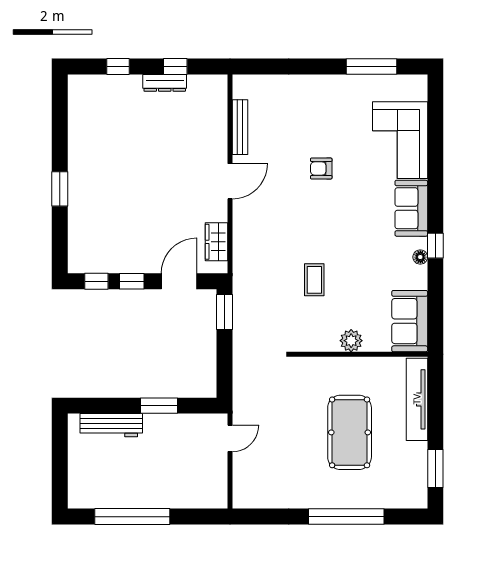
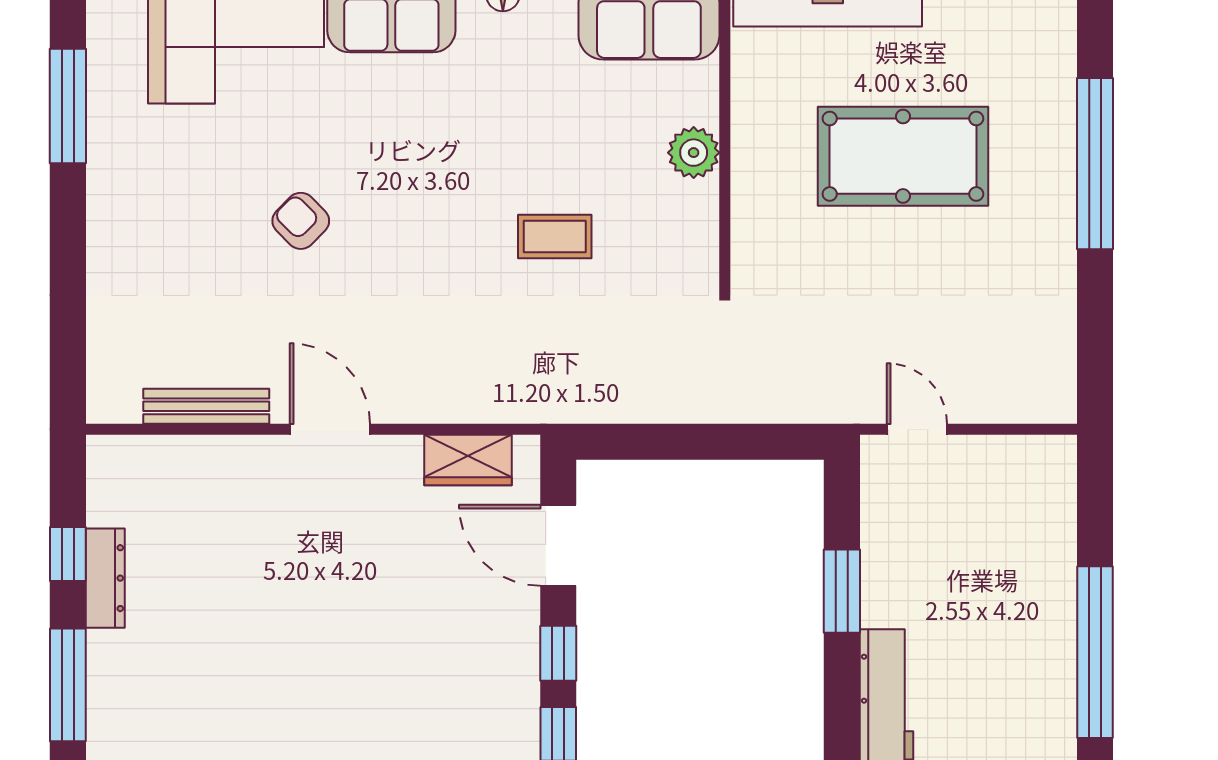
window: (118, 66) -> (68, 685), width x2.17
armchair: (321, 169) -> (301, 221), turned 135
window: (224, 312) -> (628, 442), removed

